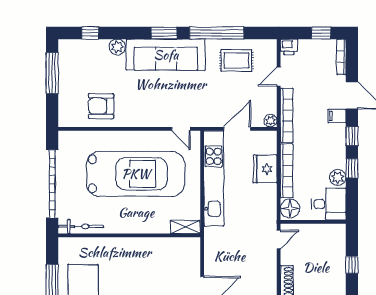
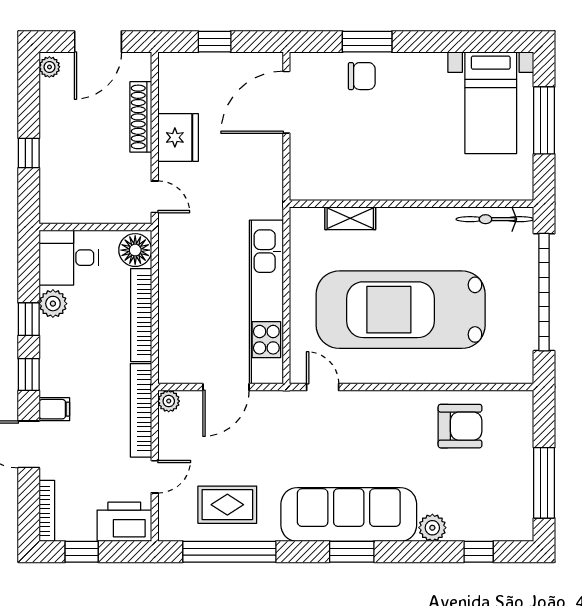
window: (217, 33) -> (229, 552), moved
printer: (289, 47) -> (124, 522), width x1.87, depth x1.48
fridge: (265, 169) -> (178, 137), moved
shelving: (185, 227) -> (350, 218), moved
door: (279, 239) -> (155, 197), swing flipped

